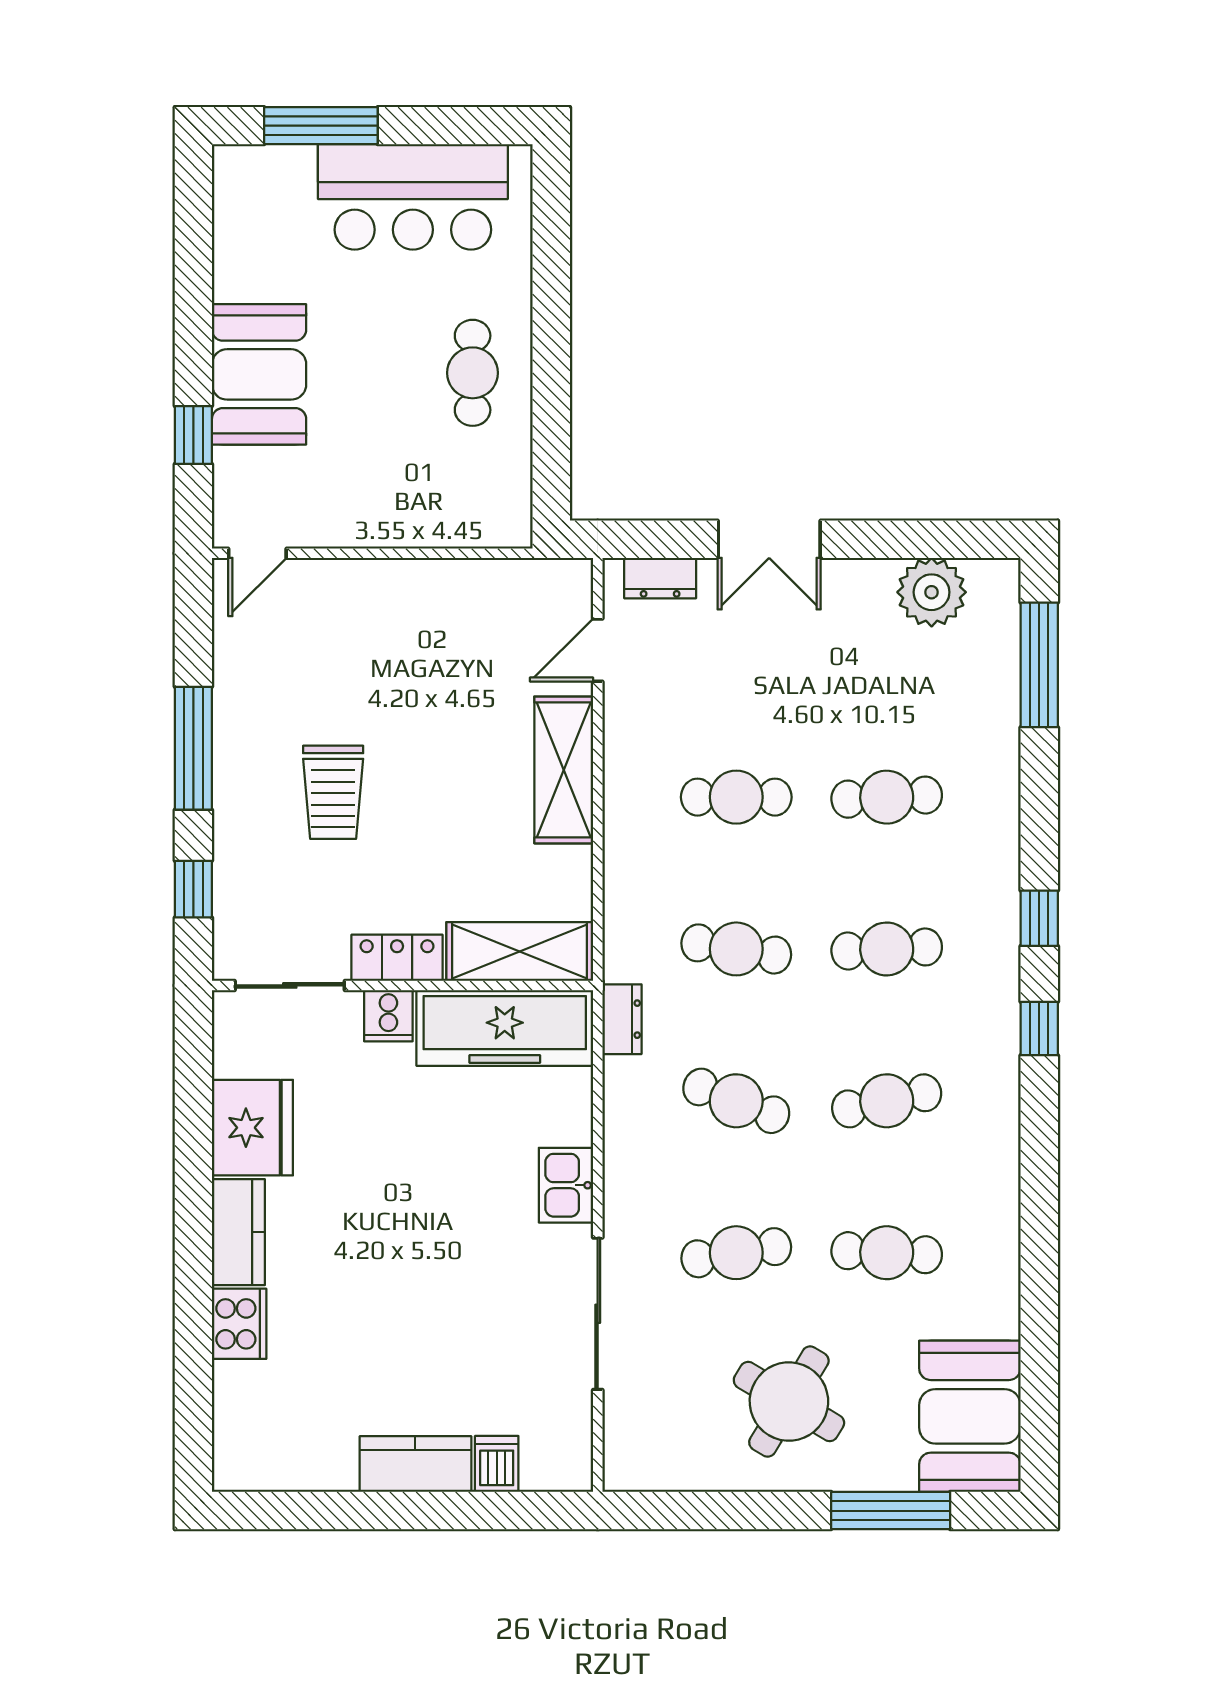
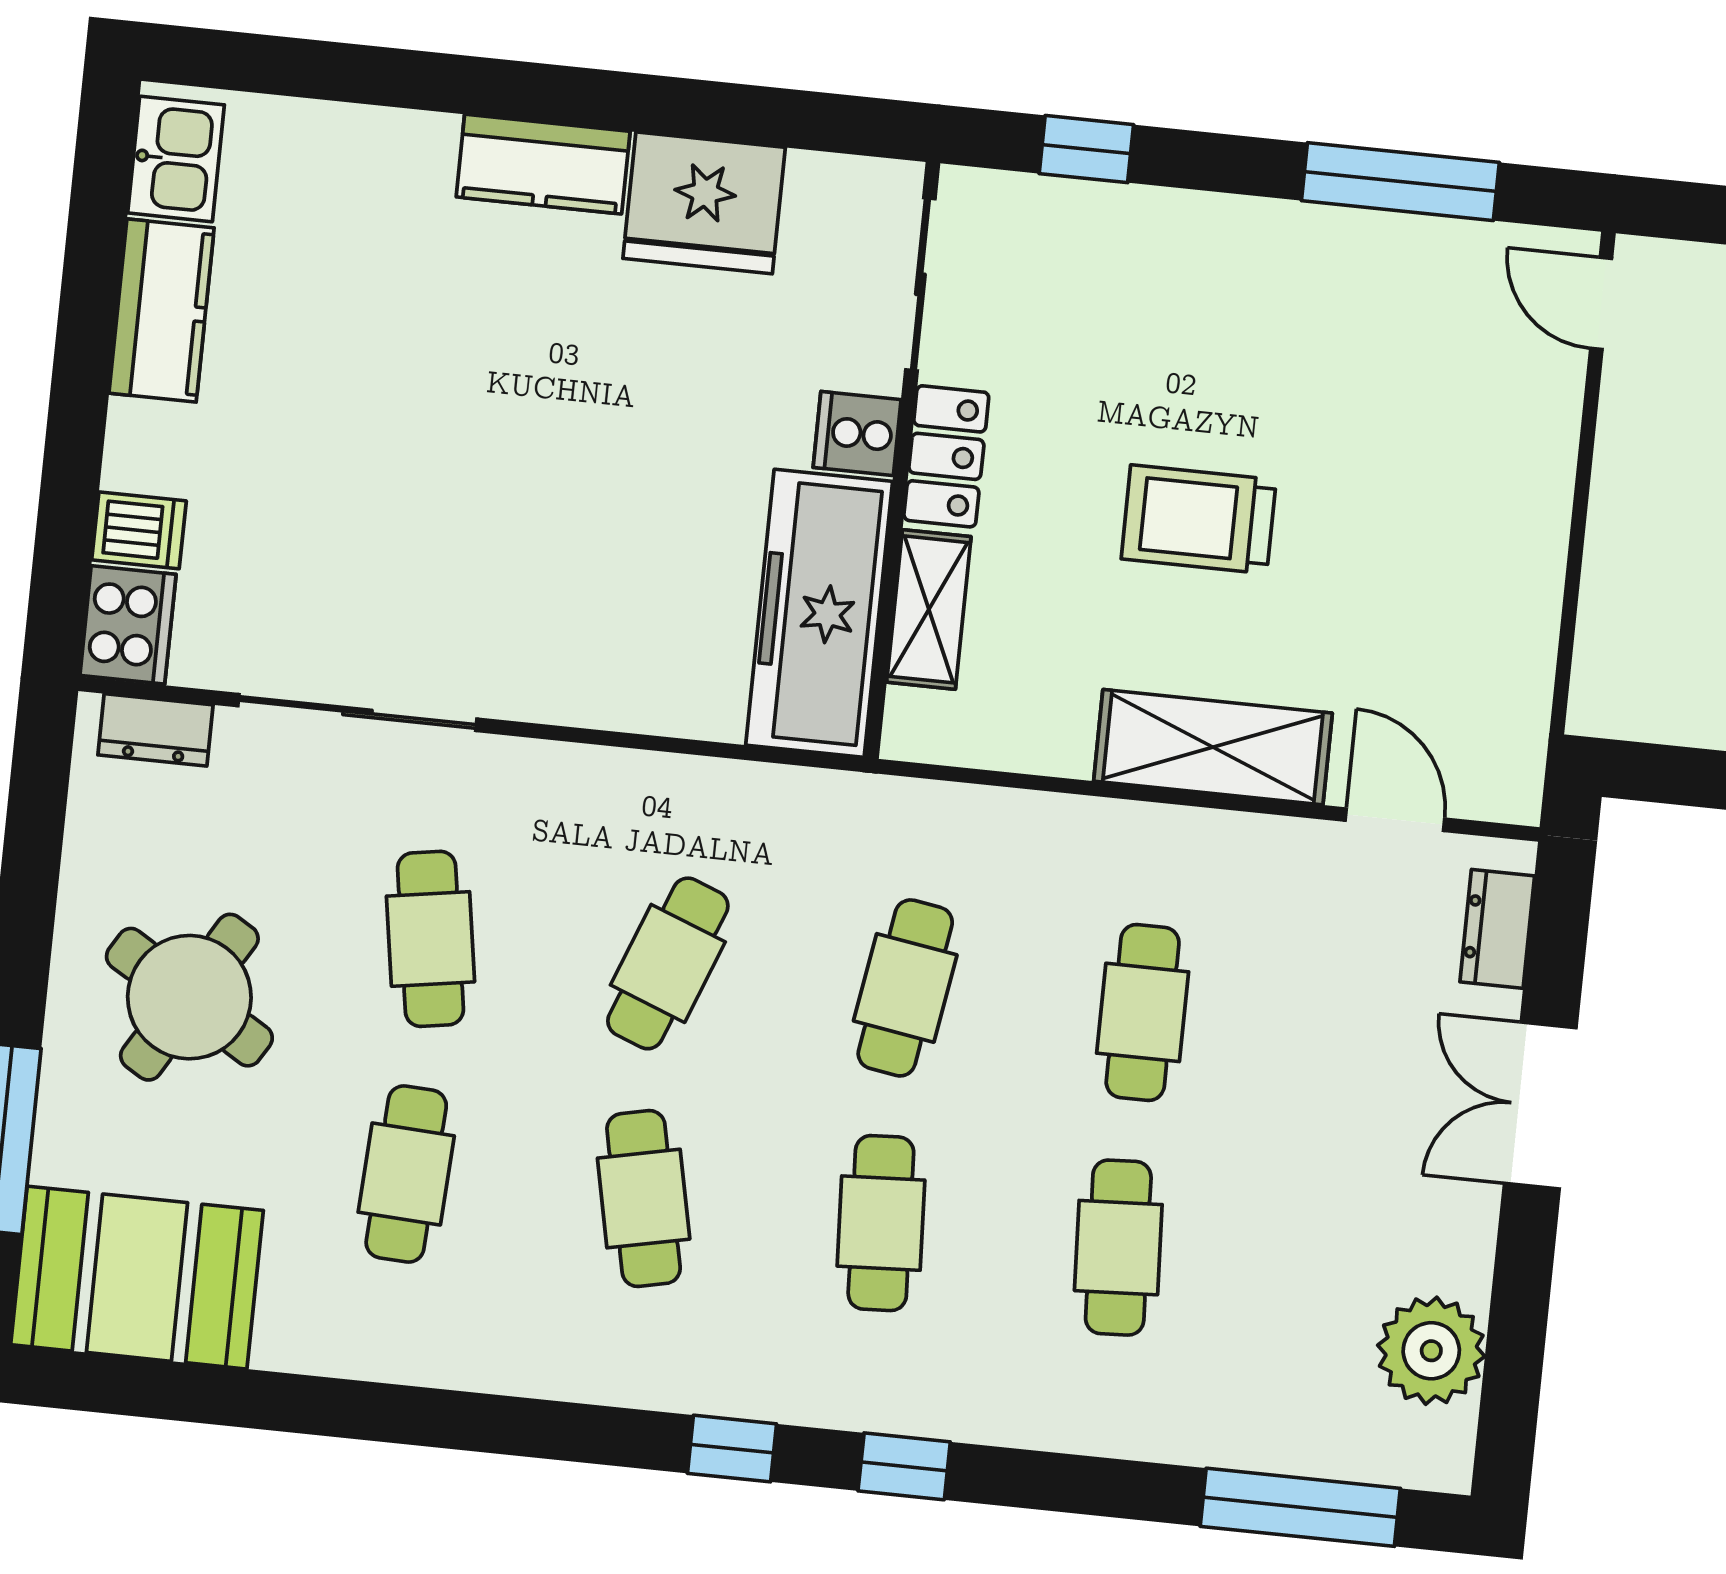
window: (193, 748) -> (1400, 182), moved
trolley: (333, 792) -> (1199, 519), moved
shelving: (520, 951) -> (929, 609), width x0.67, depth x0.75
dresser: (622, 1019) -> (156, 730), moved
kitchen sink: (566, 1185) -> (176, 159), moved, turned 90
cooker: (239, 1324) -> (128, 625), moved, turned -90
kitchen counter: (415, 1464) -> (162, 311), moved

